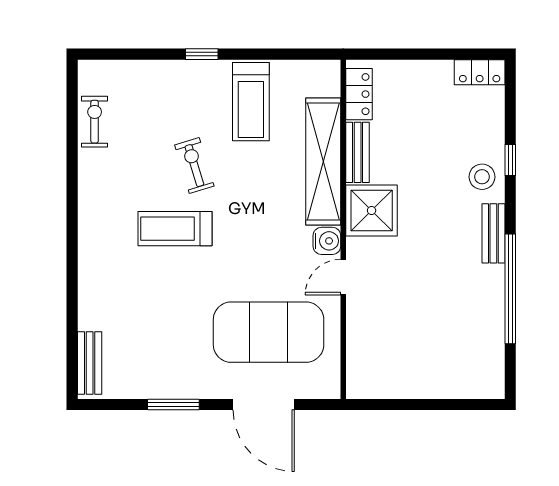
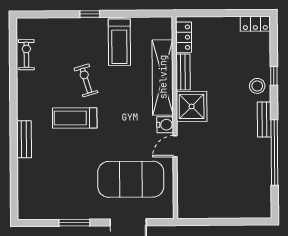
bench: (90, 363) -> (24, 139), moved

